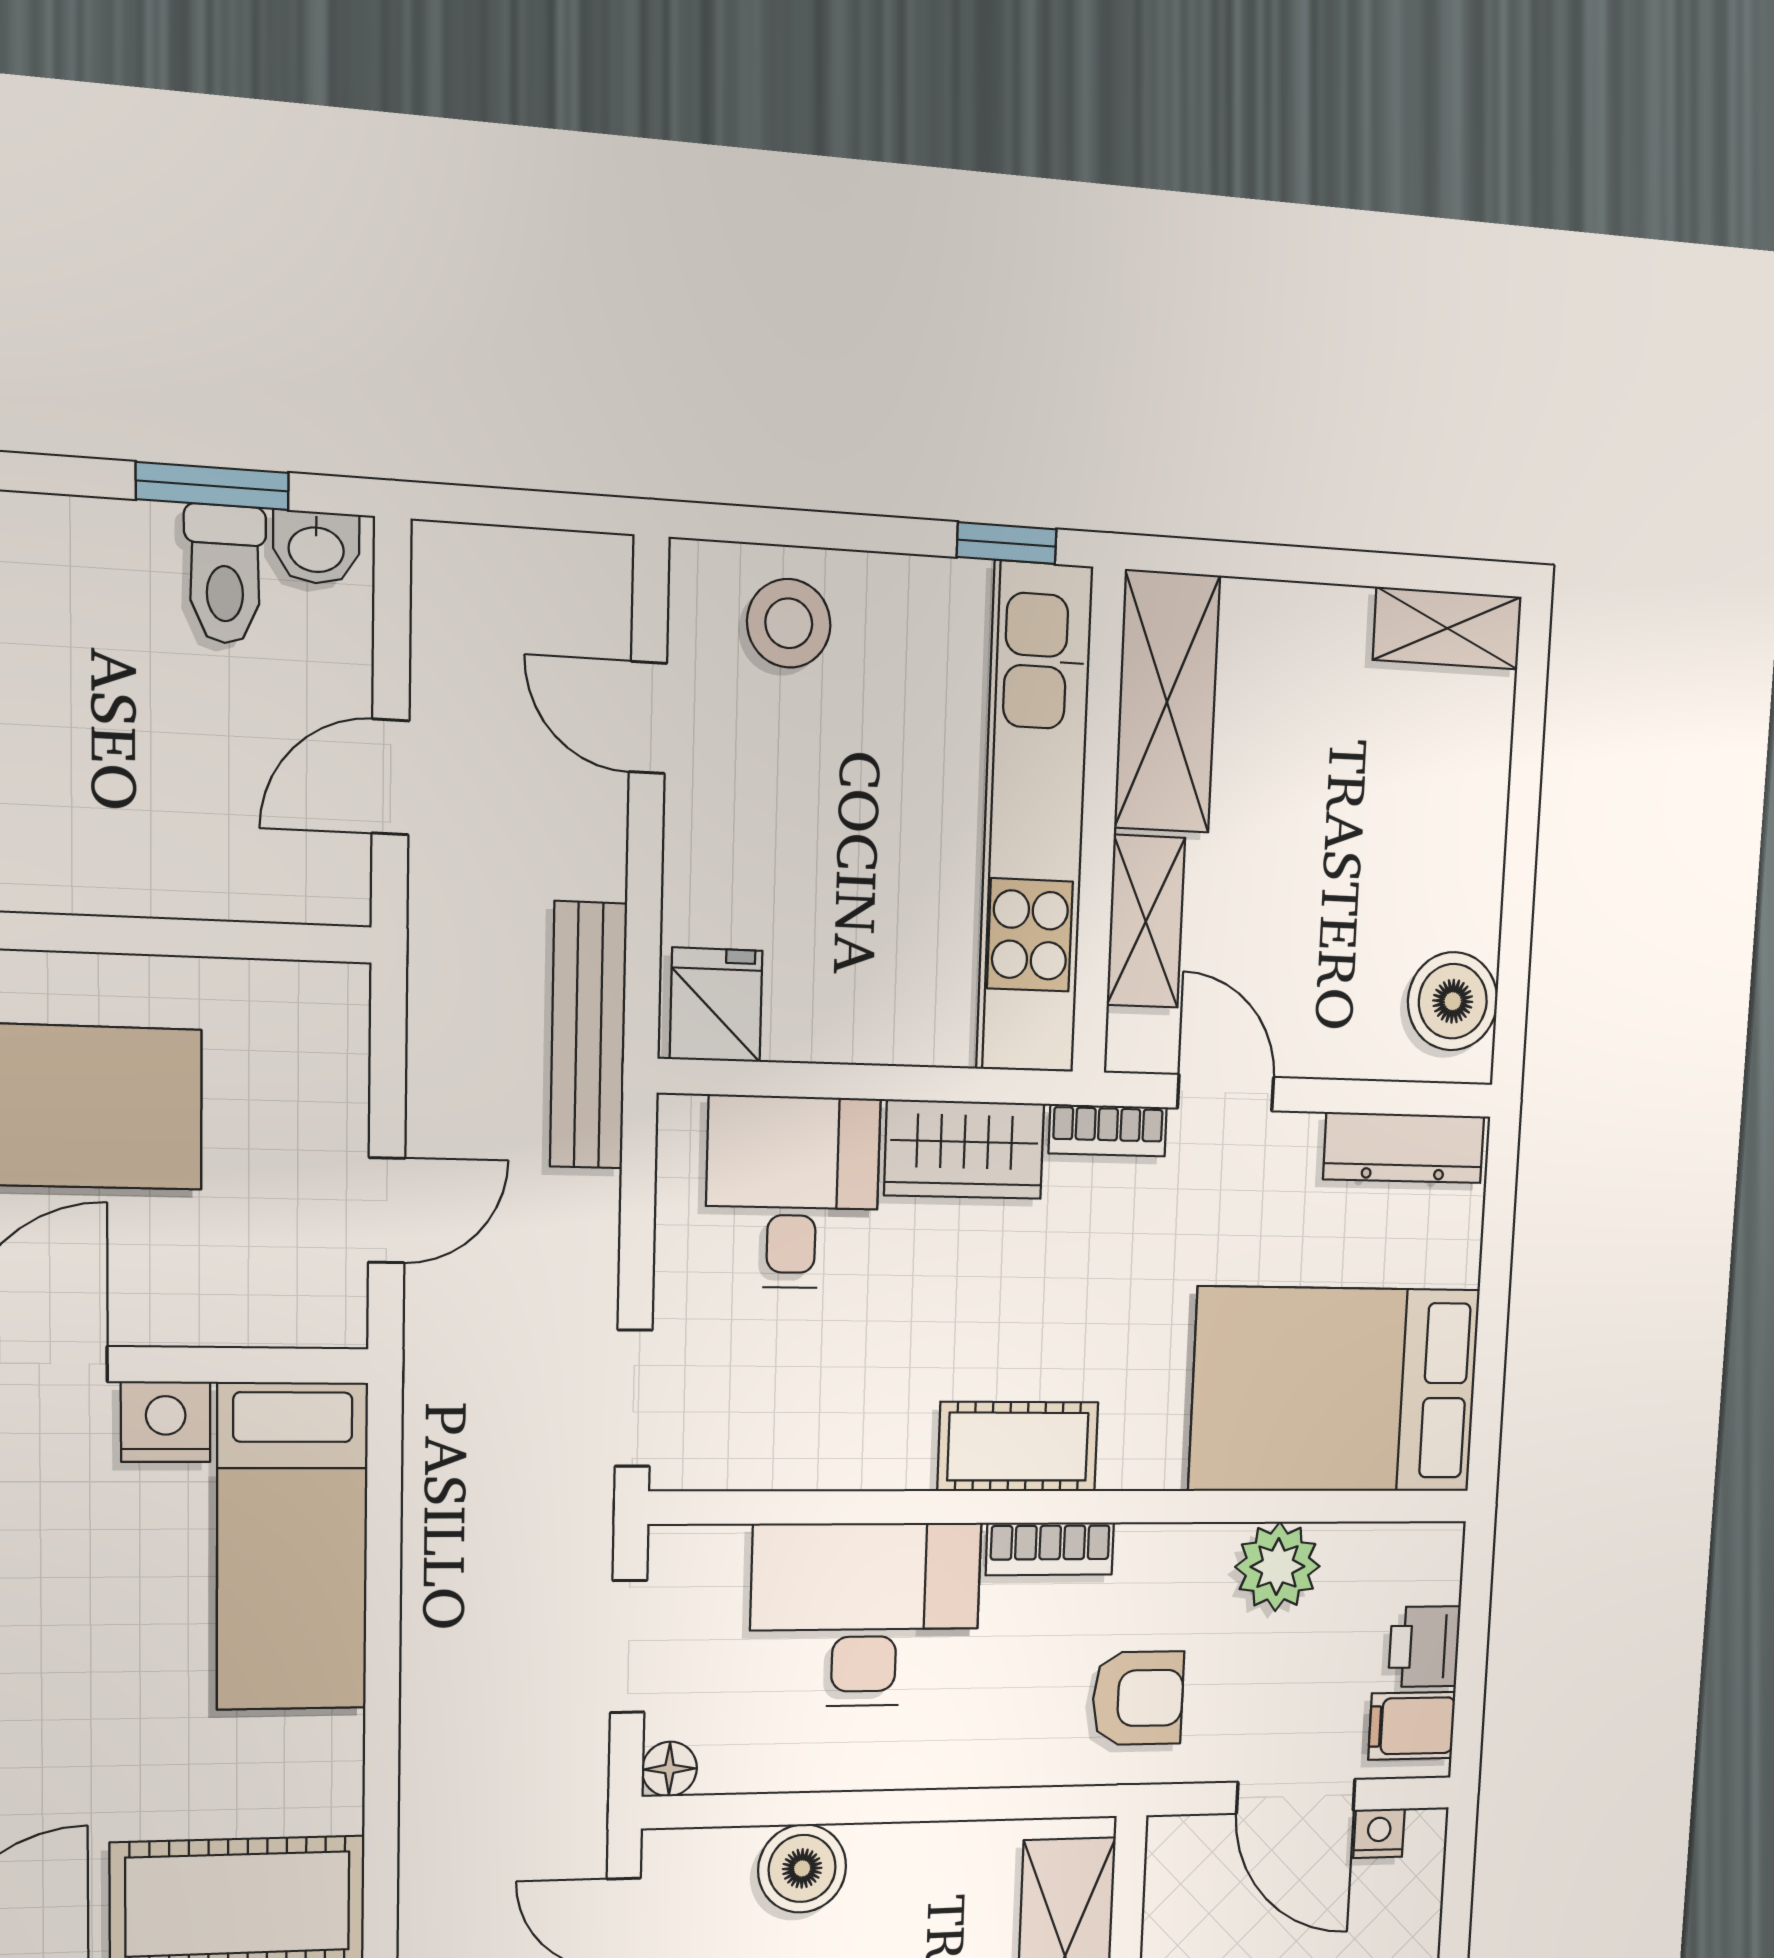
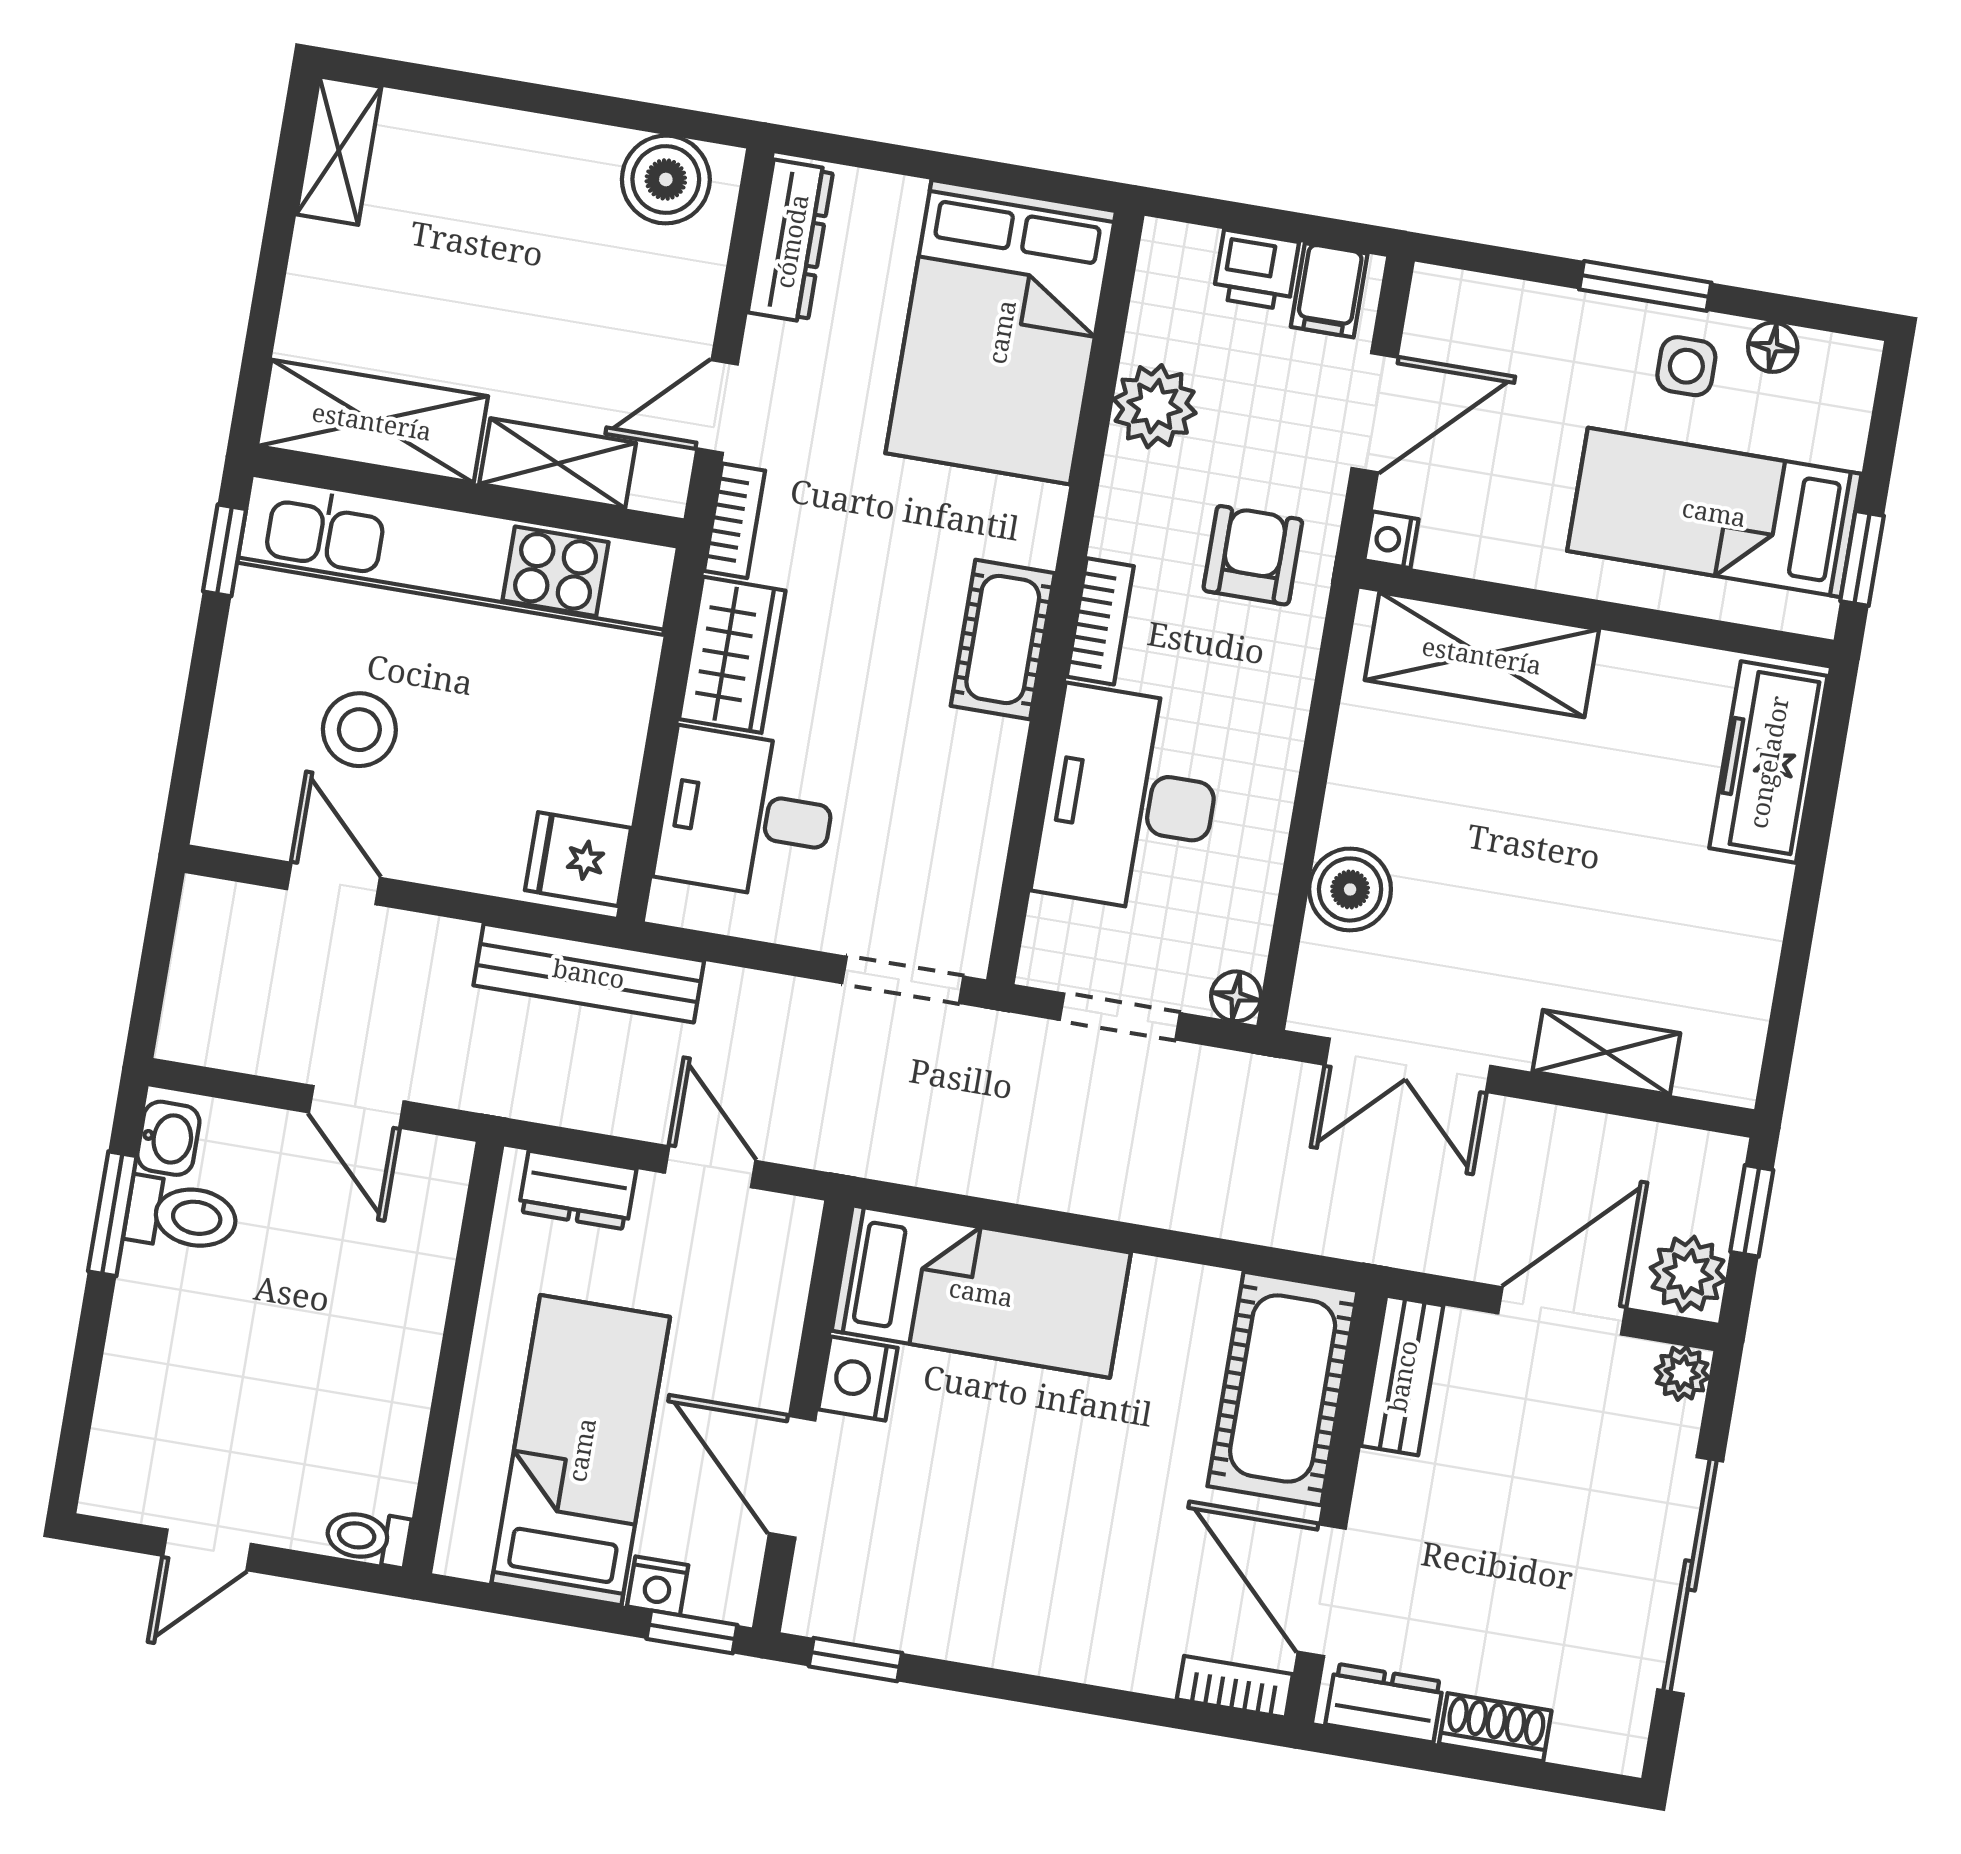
stool: (789, 623) -> (359, 730), moved
door: (648, 718) -> (333, 884), swing flipped
dresser: (334, 1057) -> (578, 1190), added
nightstand: (1379, 1833) -> (1391, 540), moved

